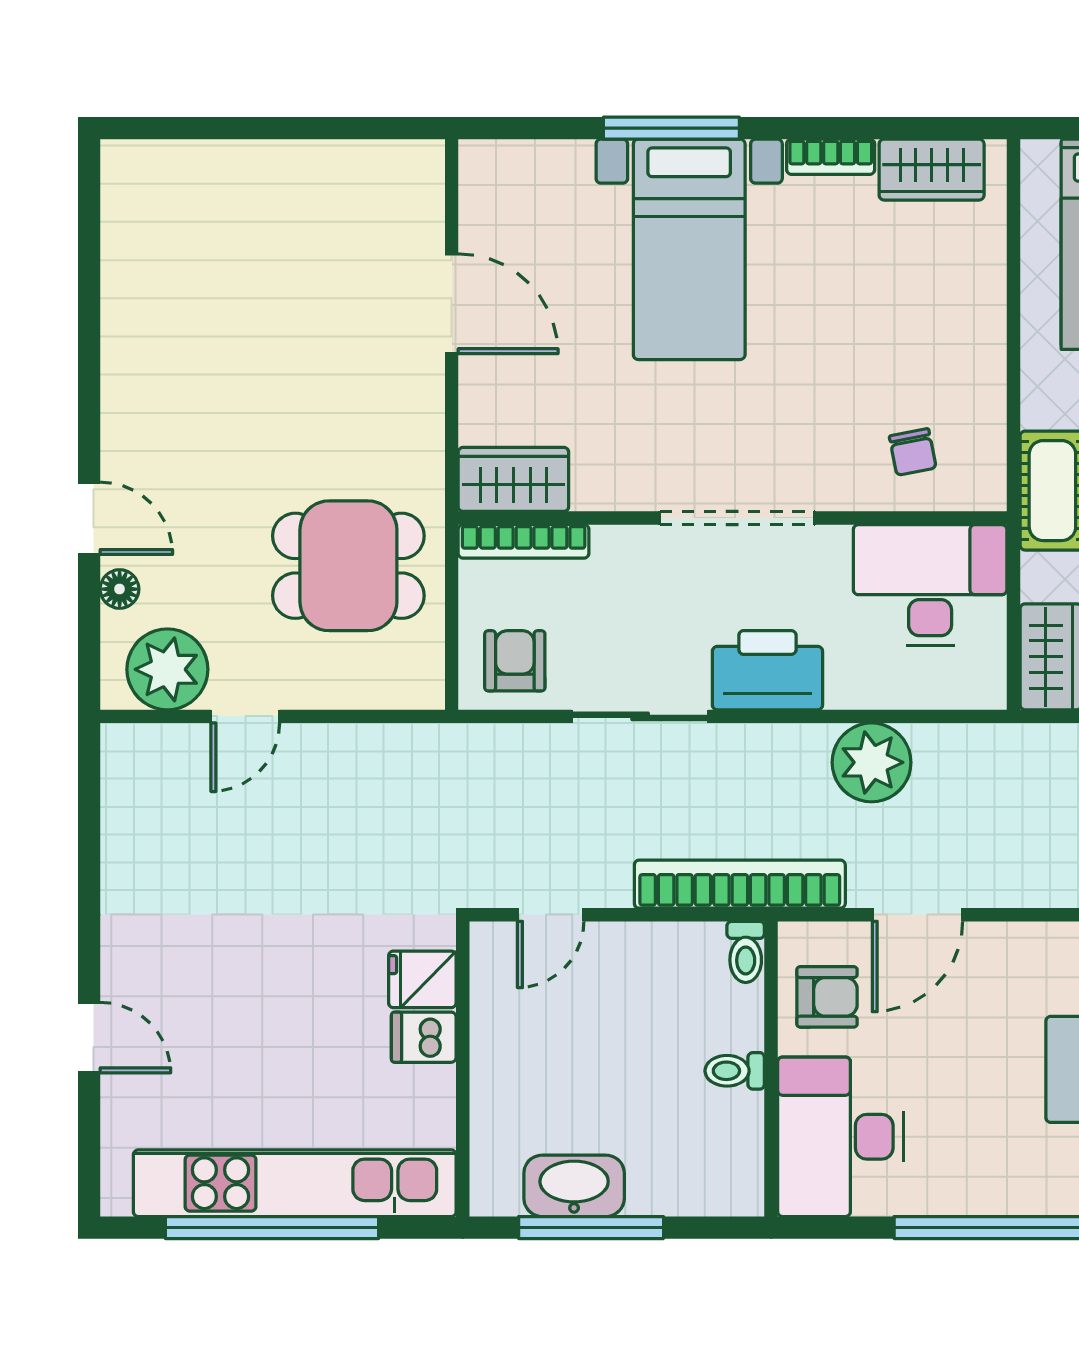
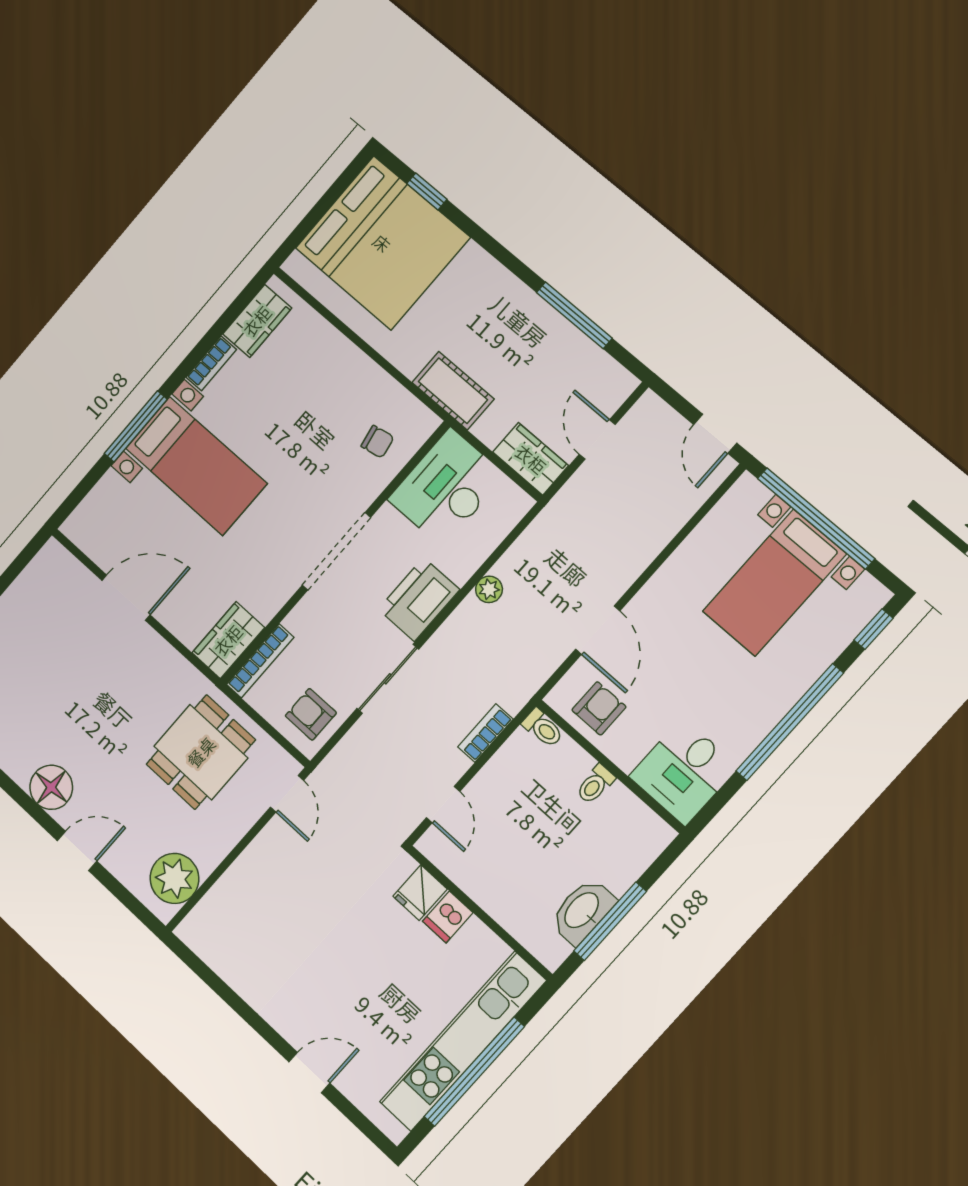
floor lamp: (120, 589) -> (51, 787), moved, width x1.89, depth x1.89
door: (245, 716) -> (287, 794), moved
plant: (872, 762) -> (489, 589), width x0.53, depth x0.53
bookcase: (740, 884) -> (485, 733), width x0.43, depth x0.76
desk: (840, 1137) -> (684, 772), width x0.73

